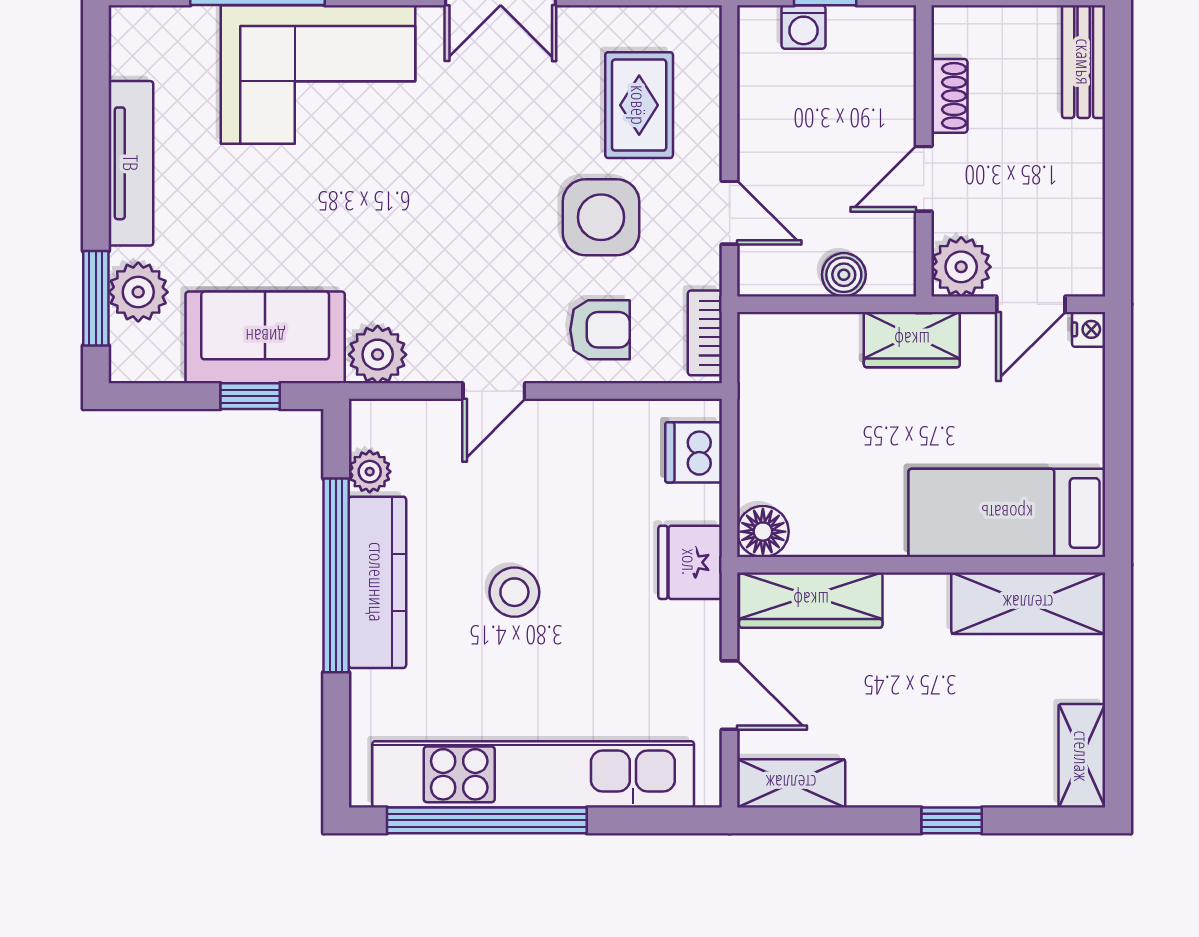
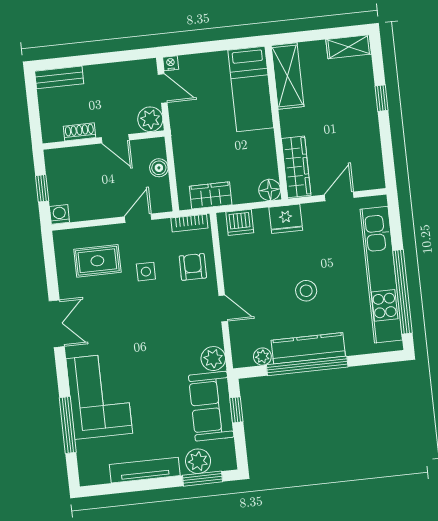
washing machine: (804, 27) -> (59, 214), moved, turned -90
side table: (601, 217) -> (146, 272), width x0.54, depth x0.54
wardrobe: (912, 340) -> (211, 195), moved, turned -90
shelving: (791, 783) -> (373, 167), removed

